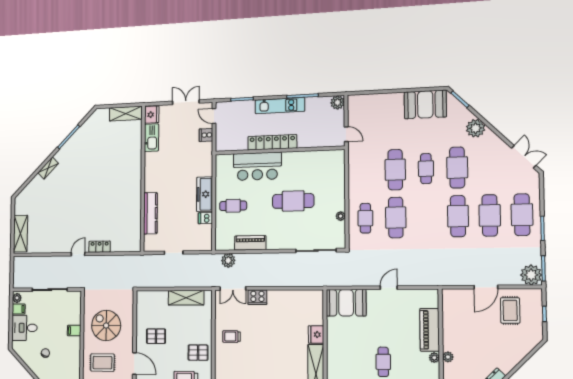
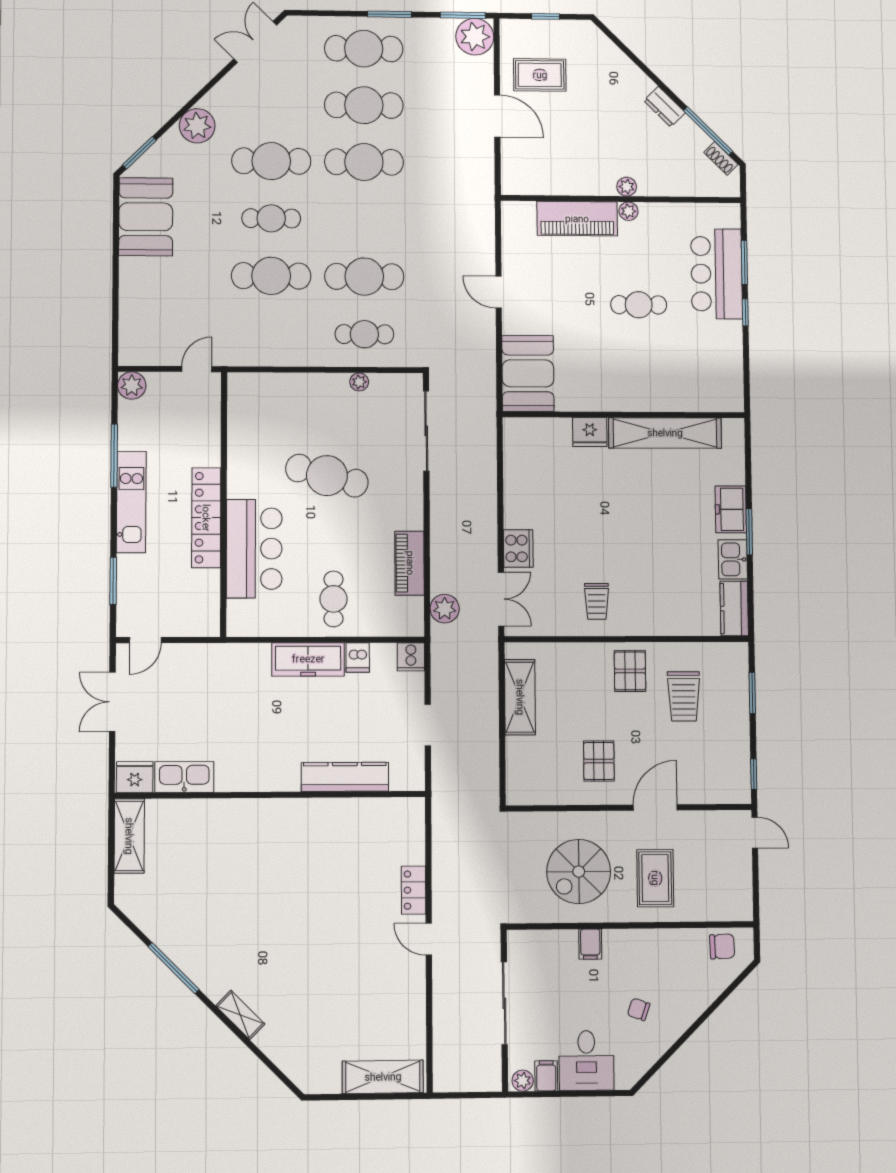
cooker: (206, 135) -> (411, 657), moved
cafe table: (293, 201) -> (327, 476), turned -75

